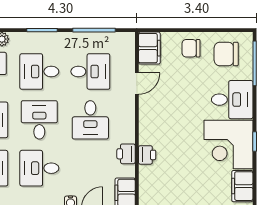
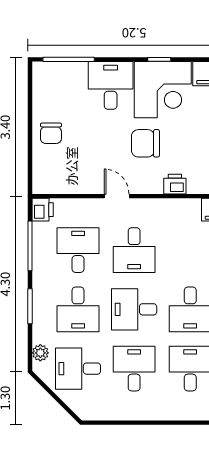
filing cabinet: (149, 48) -> (51, 182), removed
chair: (226, 54) -> (145, 143), moved, turned 90
door: (137, 84) -> (117, 196), moved
desk: (90, 120) -> (134, 250), turned 90
printer: (126, 154) -> (43, 210), moved, turned -90

